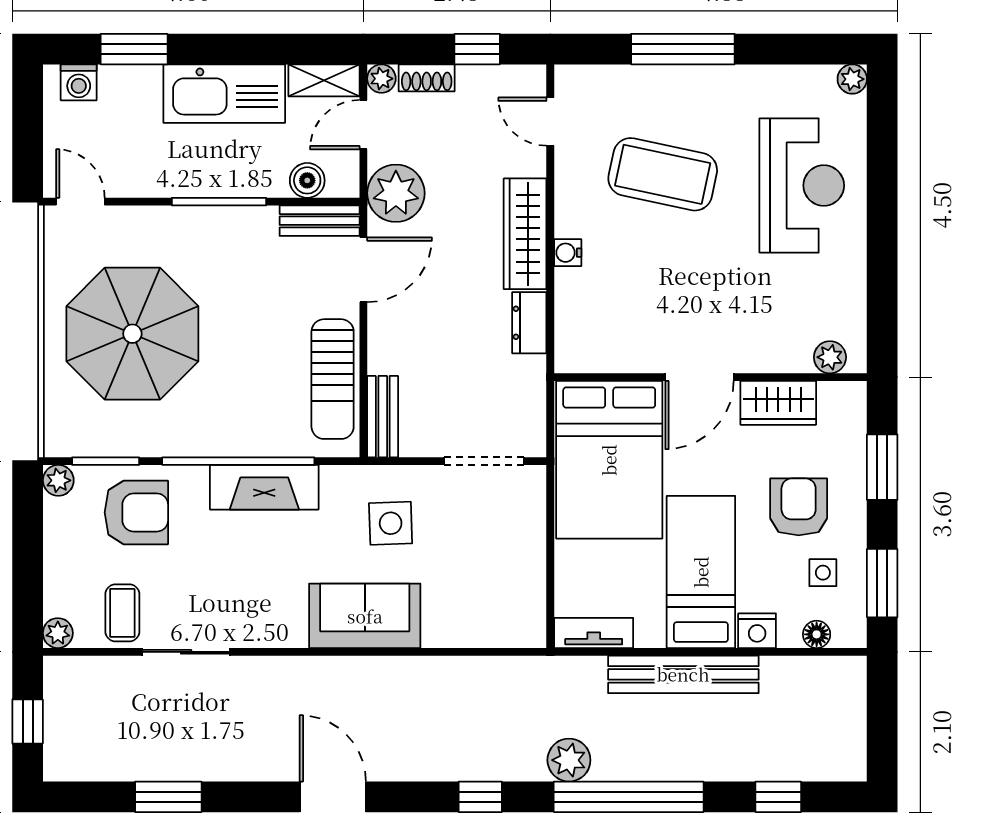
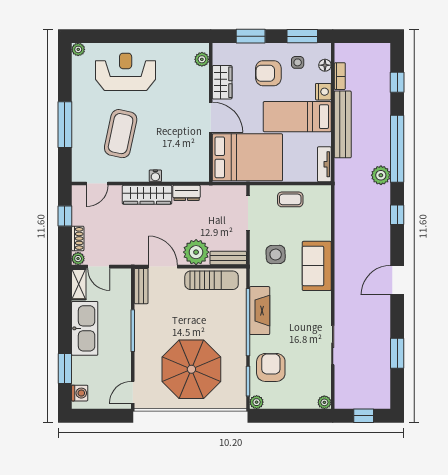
boiler: (307, 180) -> (123, 292), removed
plant: (396, 193) -> (196, 252), moved
coffee table: (122, 613) -> (290, 199), moved
bookcase: (792, 668) -> (340, 76), added

